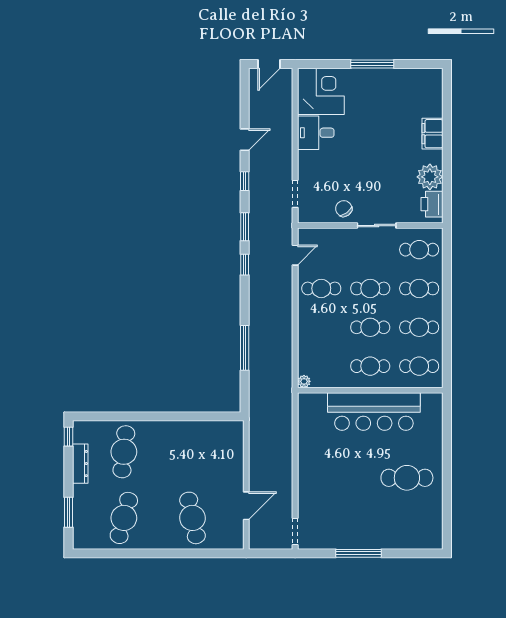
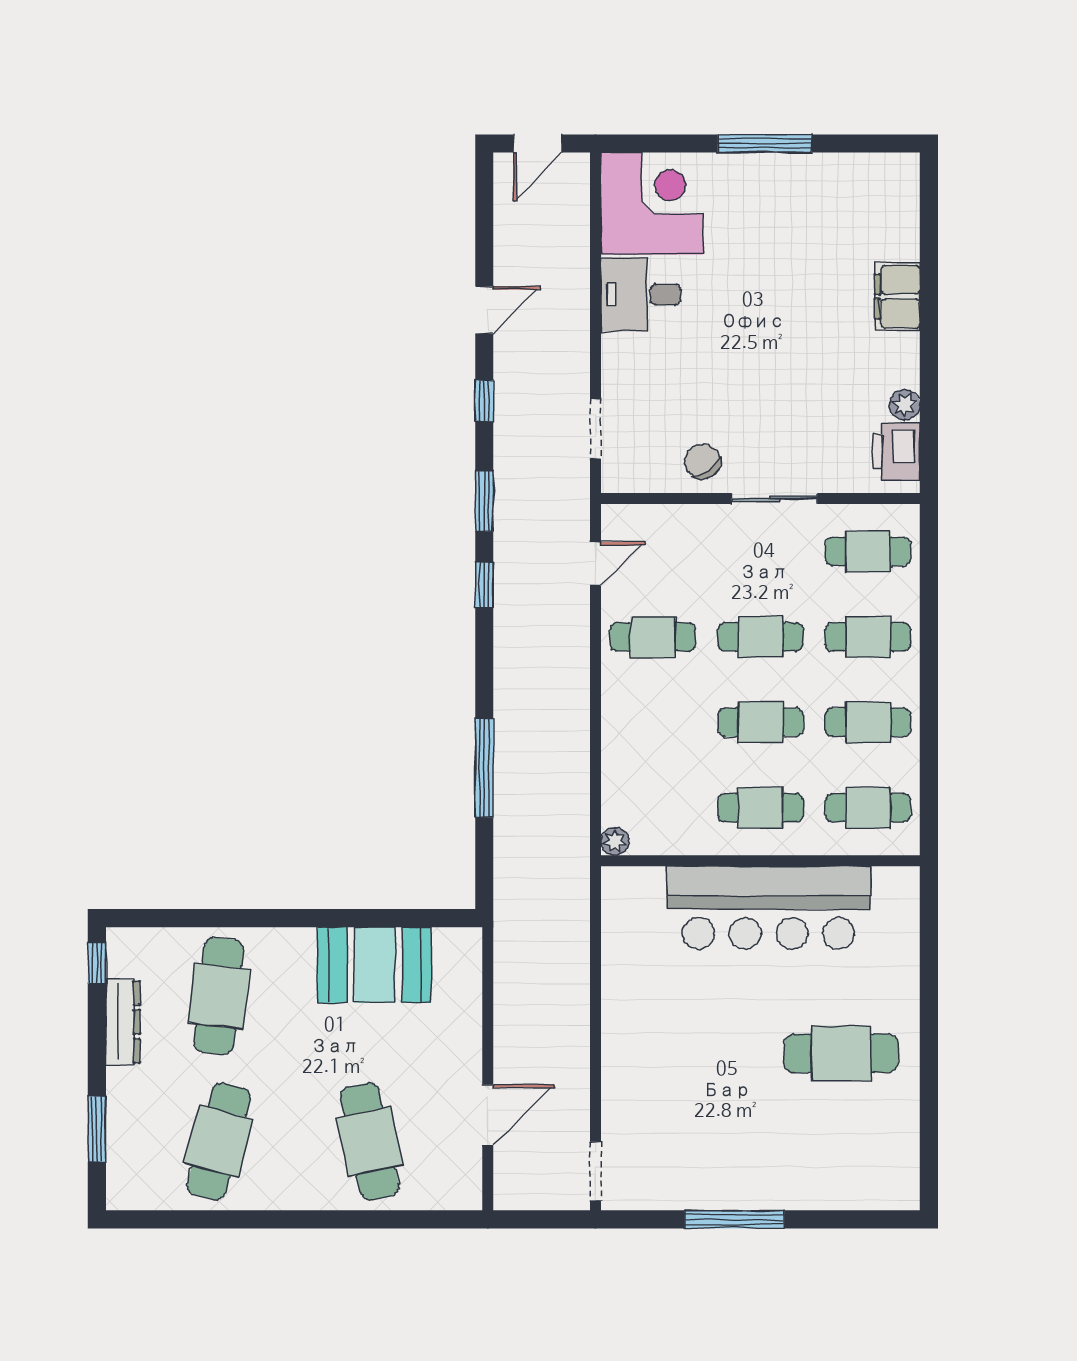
plant: (430, 177) -> (905, 405), width x0.53, depth x0.53
booth: (195, 438) -> (375, 965), added

